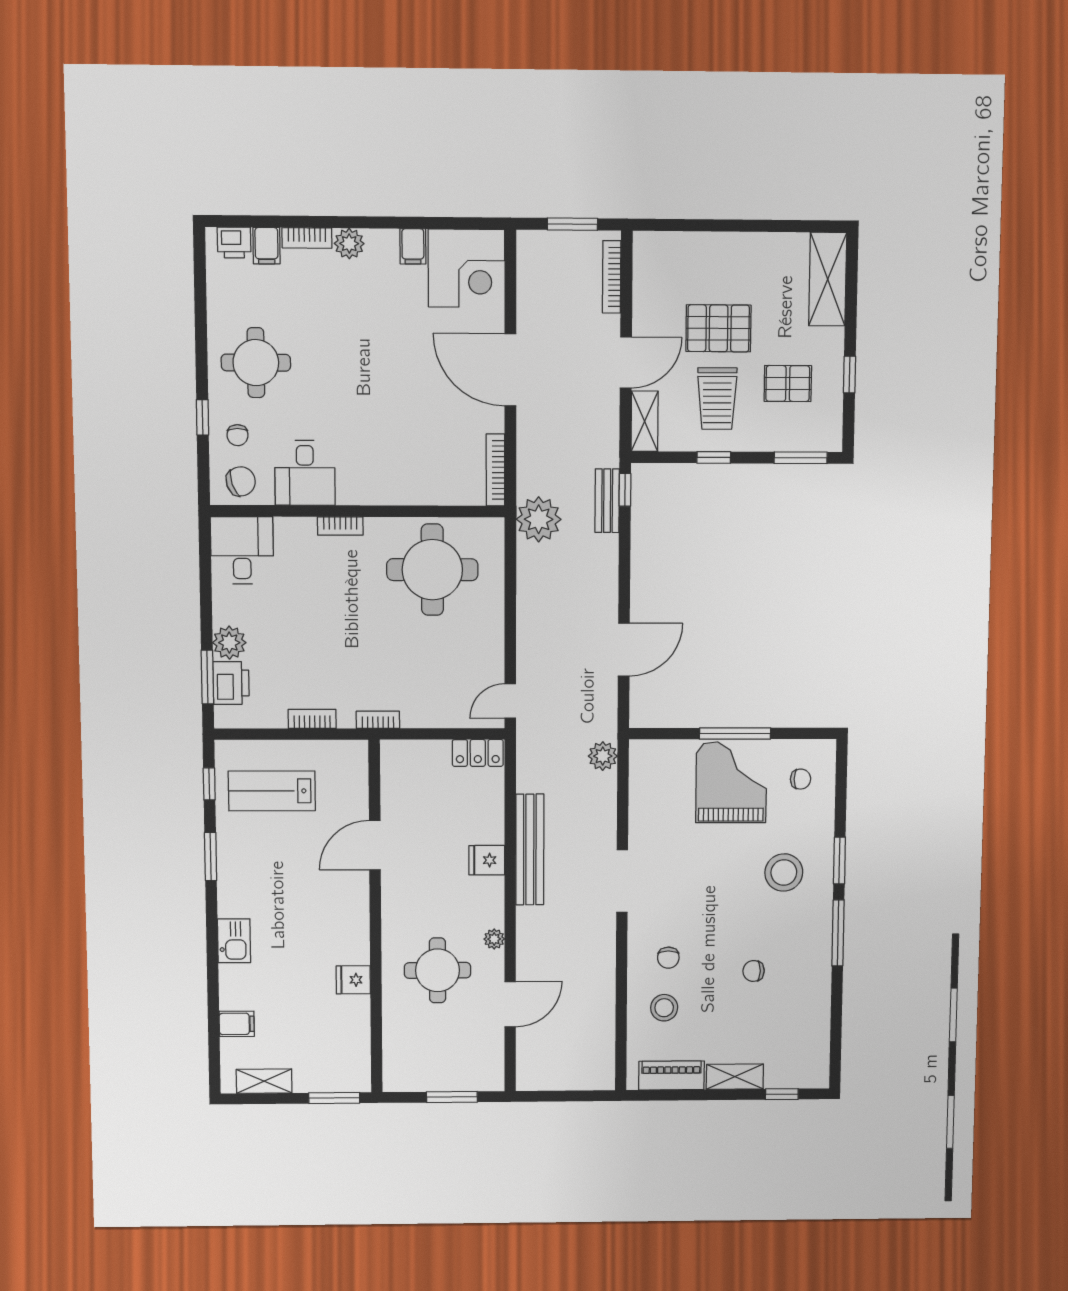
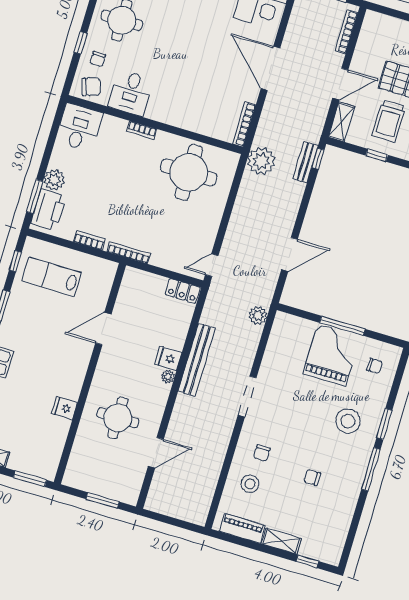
printer: (231, 683) -> (48, 210), width x1.37, depth x1.19
bookcase: (378, 720) -> (129, 253), width x1.56
plant: (494, 939) -> (168, 377), moved

